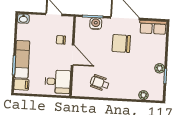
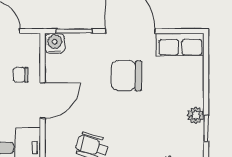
water cooler: (96, 24) -> (55, 43), moved
door: (73, 55) -> (43, 100), hinge flipped

